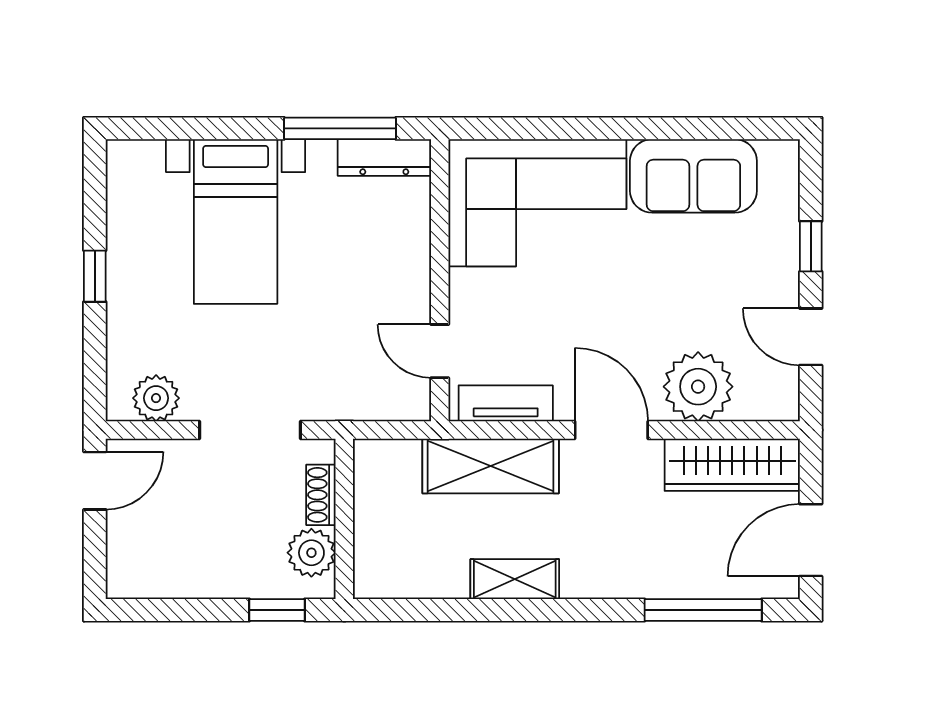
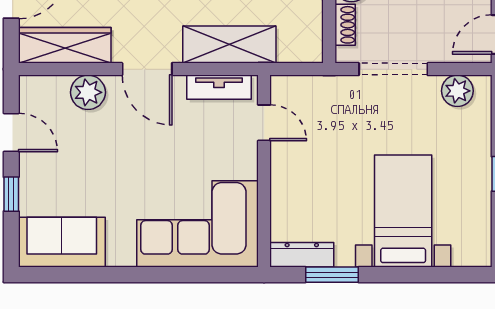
window: (340, 128) -> (332, 275), width x0.69
sofa: (693, 176) -> (62, 242), moved
plant: (698, 387) -> (88, 92), width x0.73, depth x0.73

